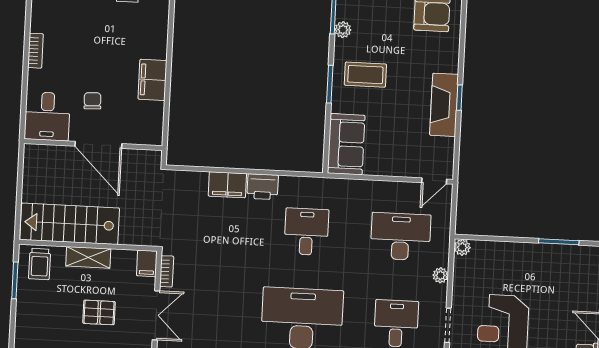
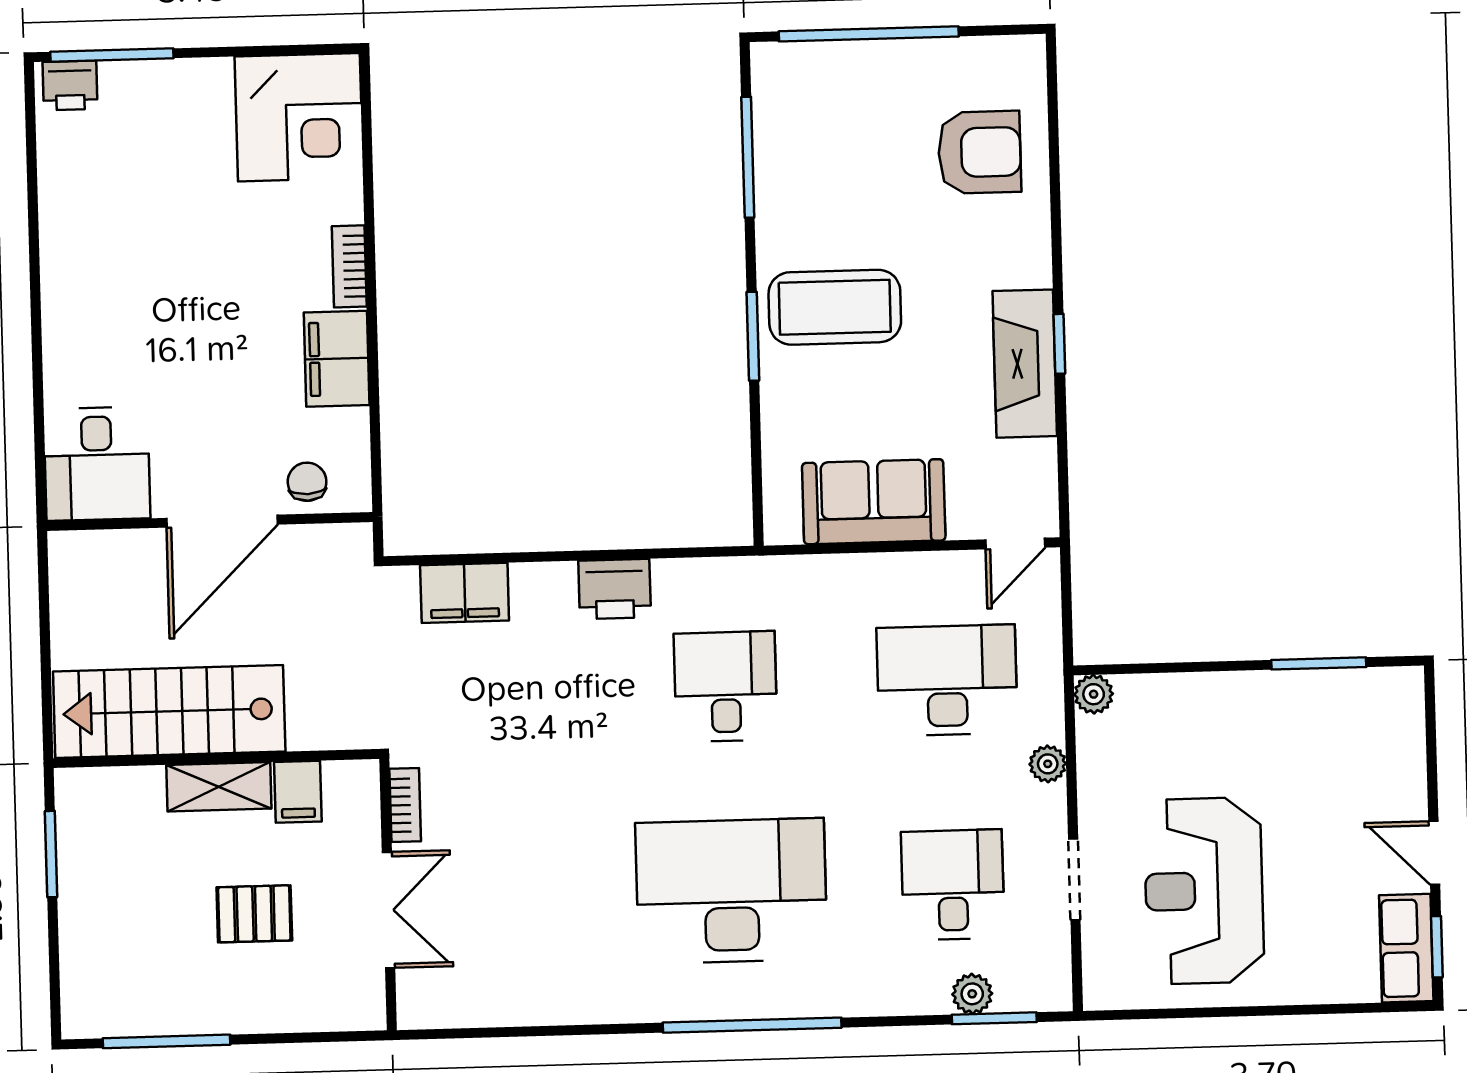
plant: (343, 30) -> (774, 206), removed
bookcase: (35, 51) -> (349, 266), moved, turned 180
coffee table: (365, 75) -> (835, 307), width x1.36, depth x1.32
chair: (92, 101) -> (307, 482), moved
sofa: (346, 144) -> (874, 502), moved, turned -90
door: (98, 145) -> (222, 521), hinge flipped
filing cabinet: (227, 185) -> (465, 593), moved
filing cabinet: (147, 263) -> (298, 792), moved
trolley: (40, 264) -> (106, 811), removed

